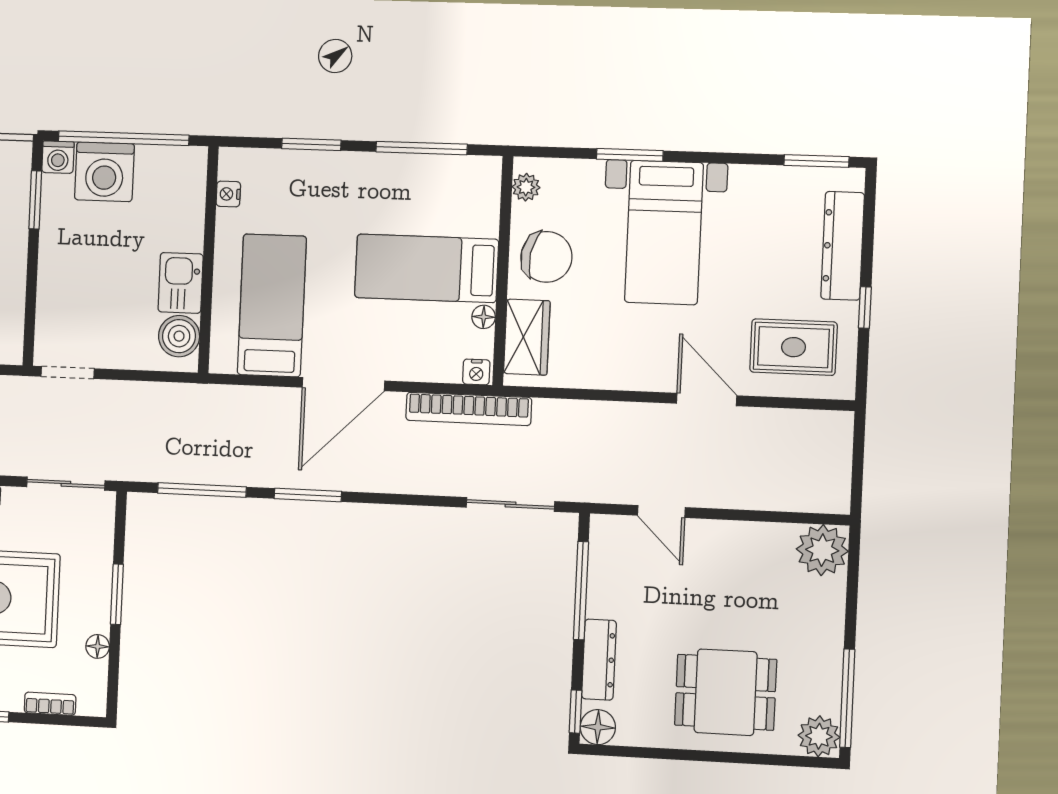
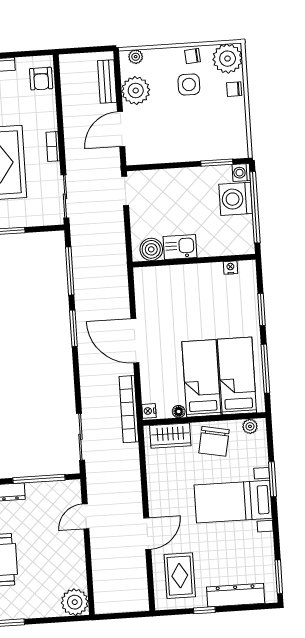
bed: (272, 305) -> (237, 376), moved, turned -90

